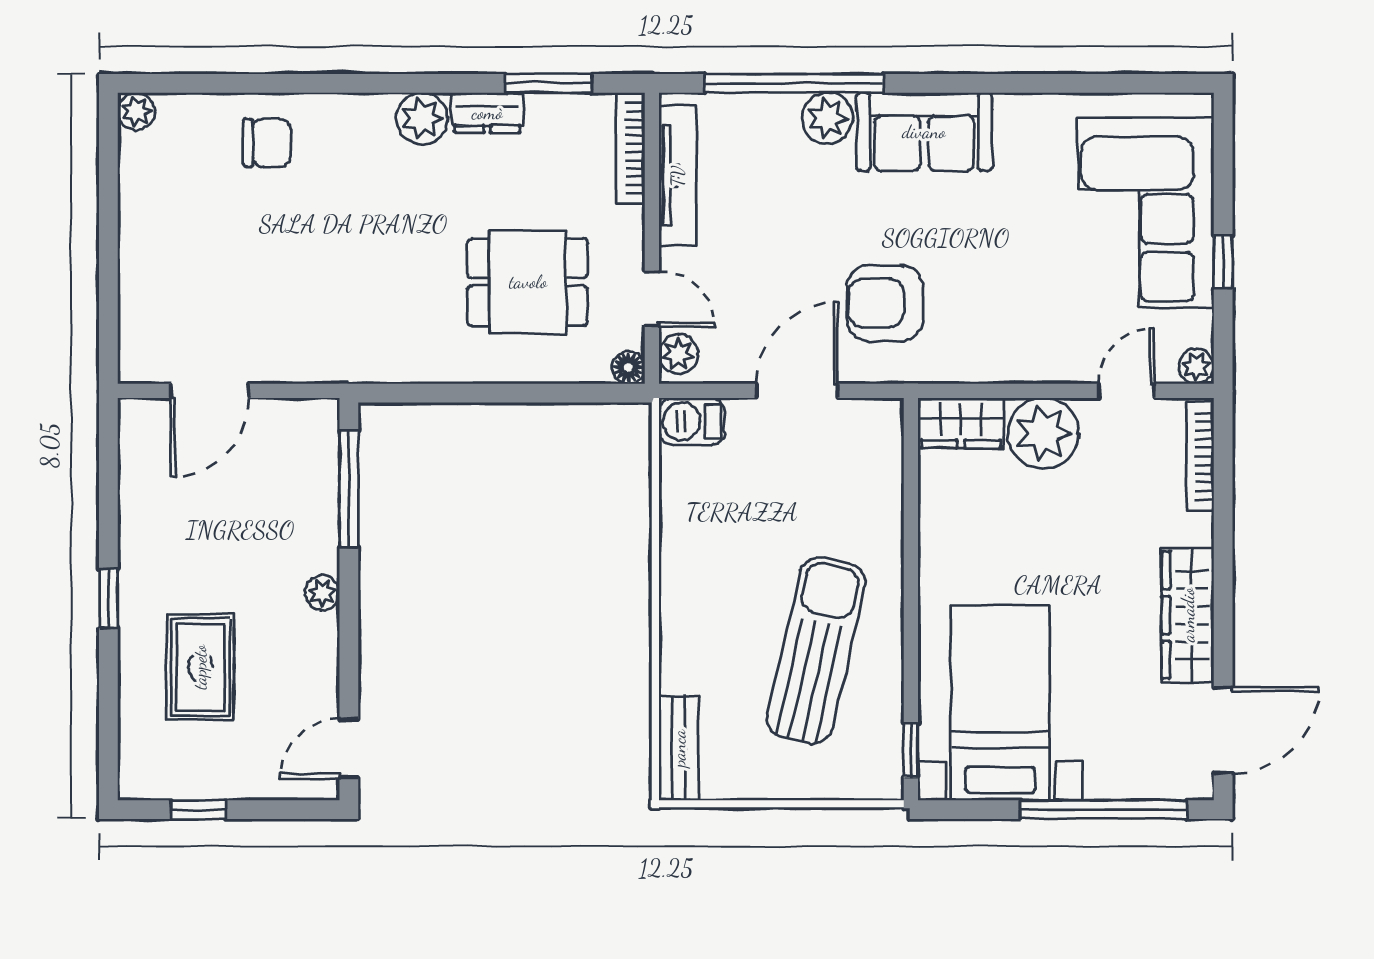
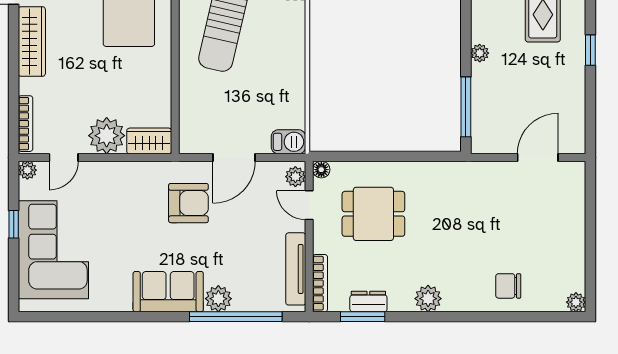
dresser: (487, 113) -> (368, 301), moved

